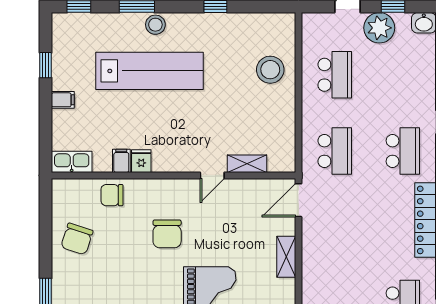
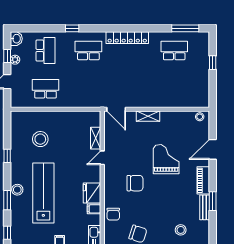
plant: (379, 28) -> (15, 60), width x0.53, depth x0.53
stool: (270, 70) -> (40, 139), moved
school desk: (335, 151) -> (46, 50), moved, turned 90
fridge: (141, 161) -> (92, 193), width x1.88, depth x1.34
door: (212, 175) -> (102, 158), swing flipped

